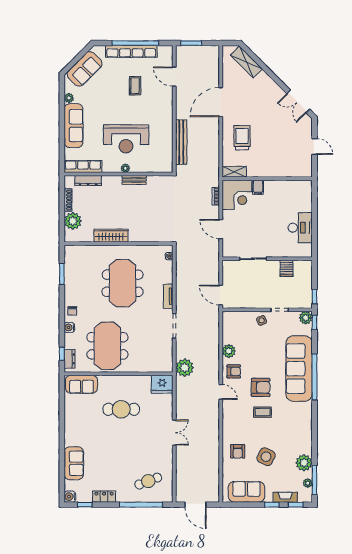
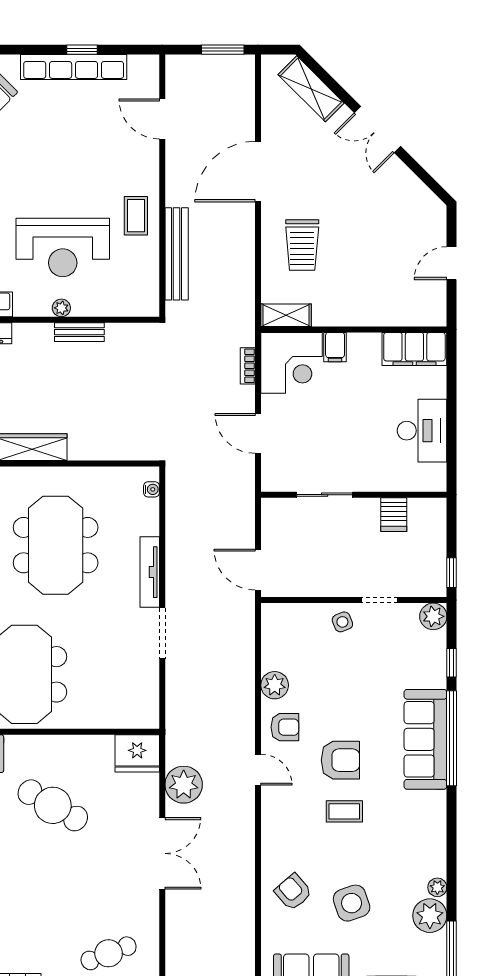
window: (135, 43) -> (82, 50), width x0.32
window: (191, 43) -> (223, 50), moved
coffee table: (135, 86) -> (136, 216), moved
double door: (298, 101) -> (377, 129), moved
trolley: (242, 138) -> (302, 245), turned 180
door: (314, 147) -> (452, 263), swing flipped
filing cabinet: (297, 188) -> (414, 349), added
tv unit: (168, 296) -> (150, 572), width x1.41
window: (314, 322) -> (452, 663), moved
plant: (185, 368) -> (184, 785), moved
sofa: (299, 369) -> (425, 739), width x0.74, depth x0.79
cafe table: (121, 409) -> (53, 805), turned 30
double door: (174, 433) -> (162, 853), width x1.37
armchair: (238, 451) -> (293, 892), turned 139
side table: (266, 457) -> (352, 903), turned 45
plant: (308, 483) -> (437, 887), moved

